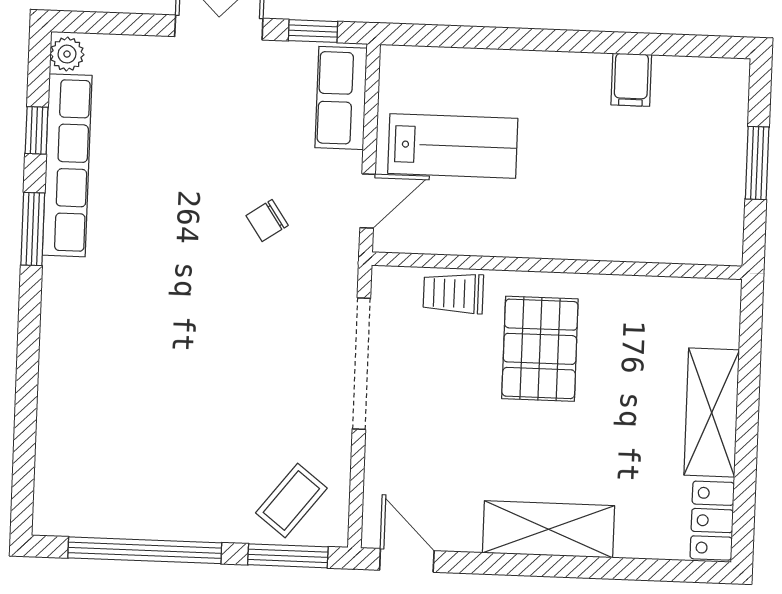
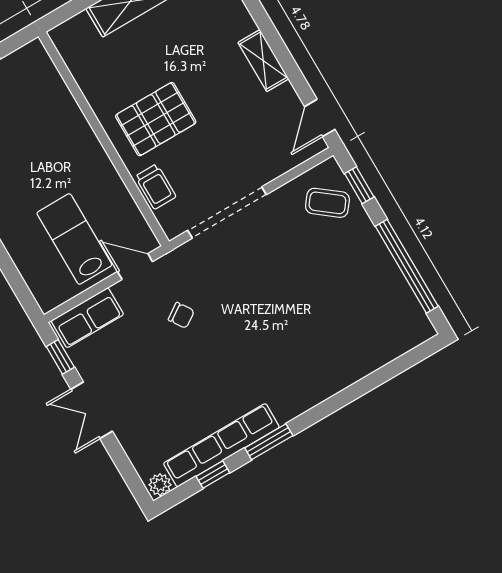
shelving: (549, 529) -> (263, 61), width x0.67, depth x0.75
window: (288, 556) -> (359, 185), width x0.67

